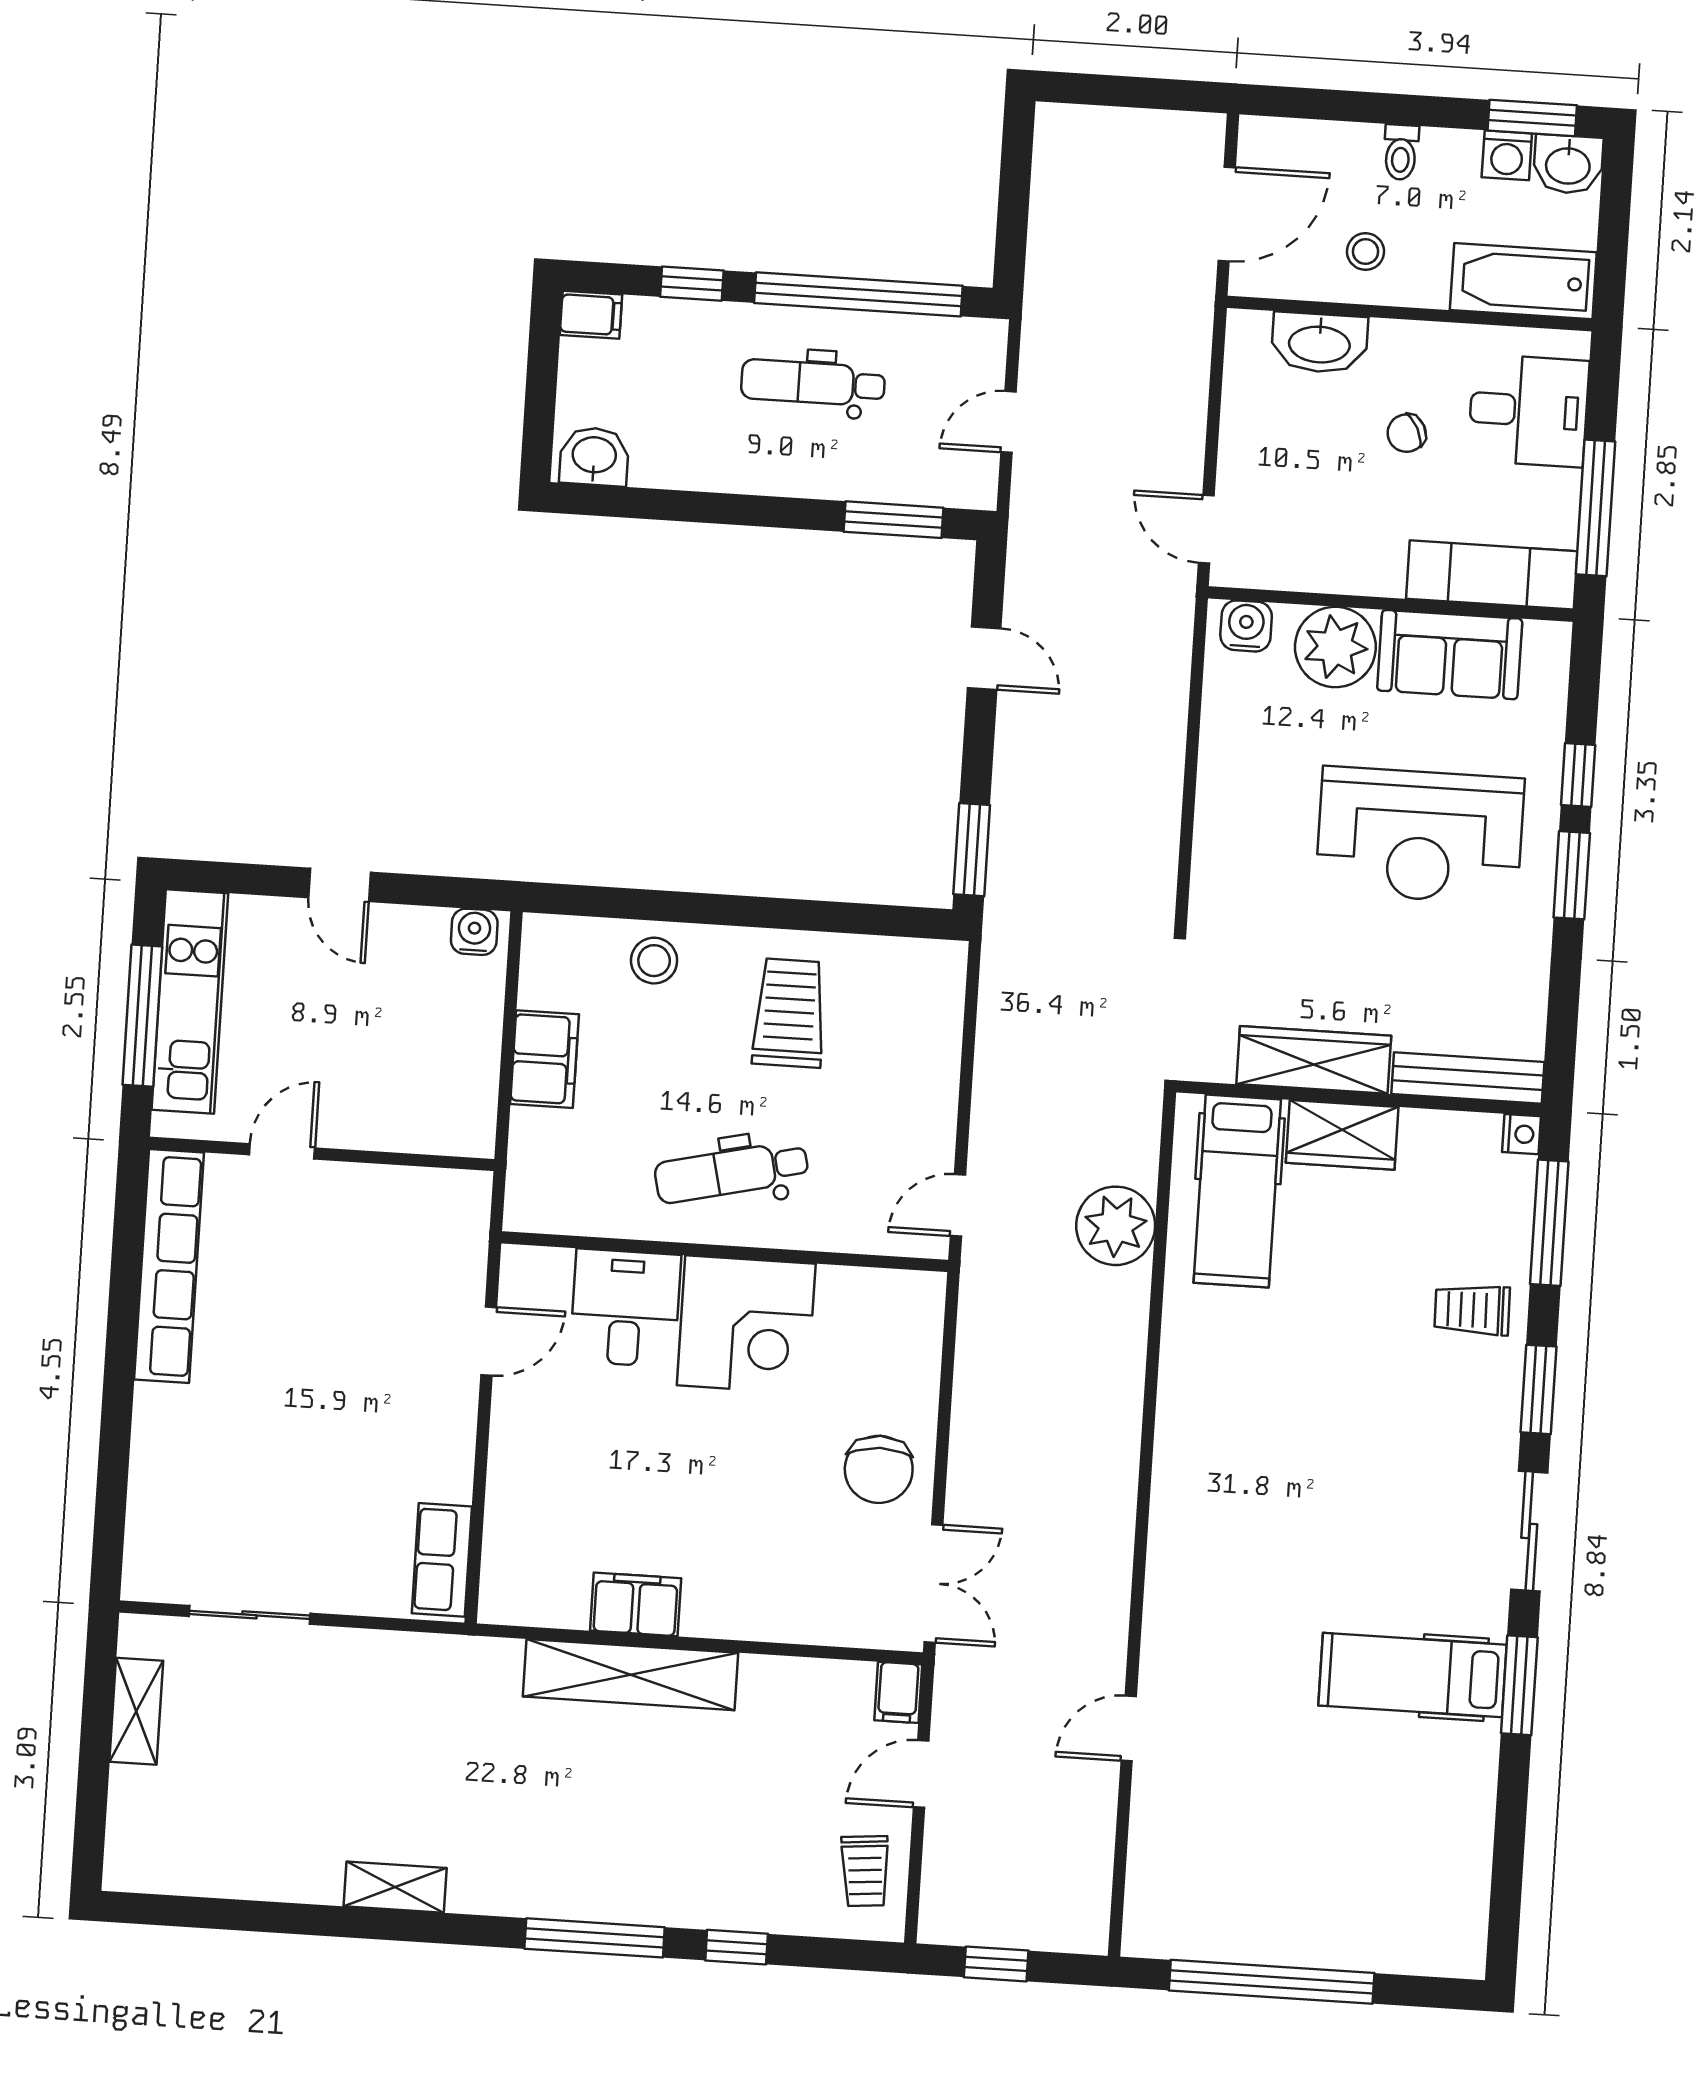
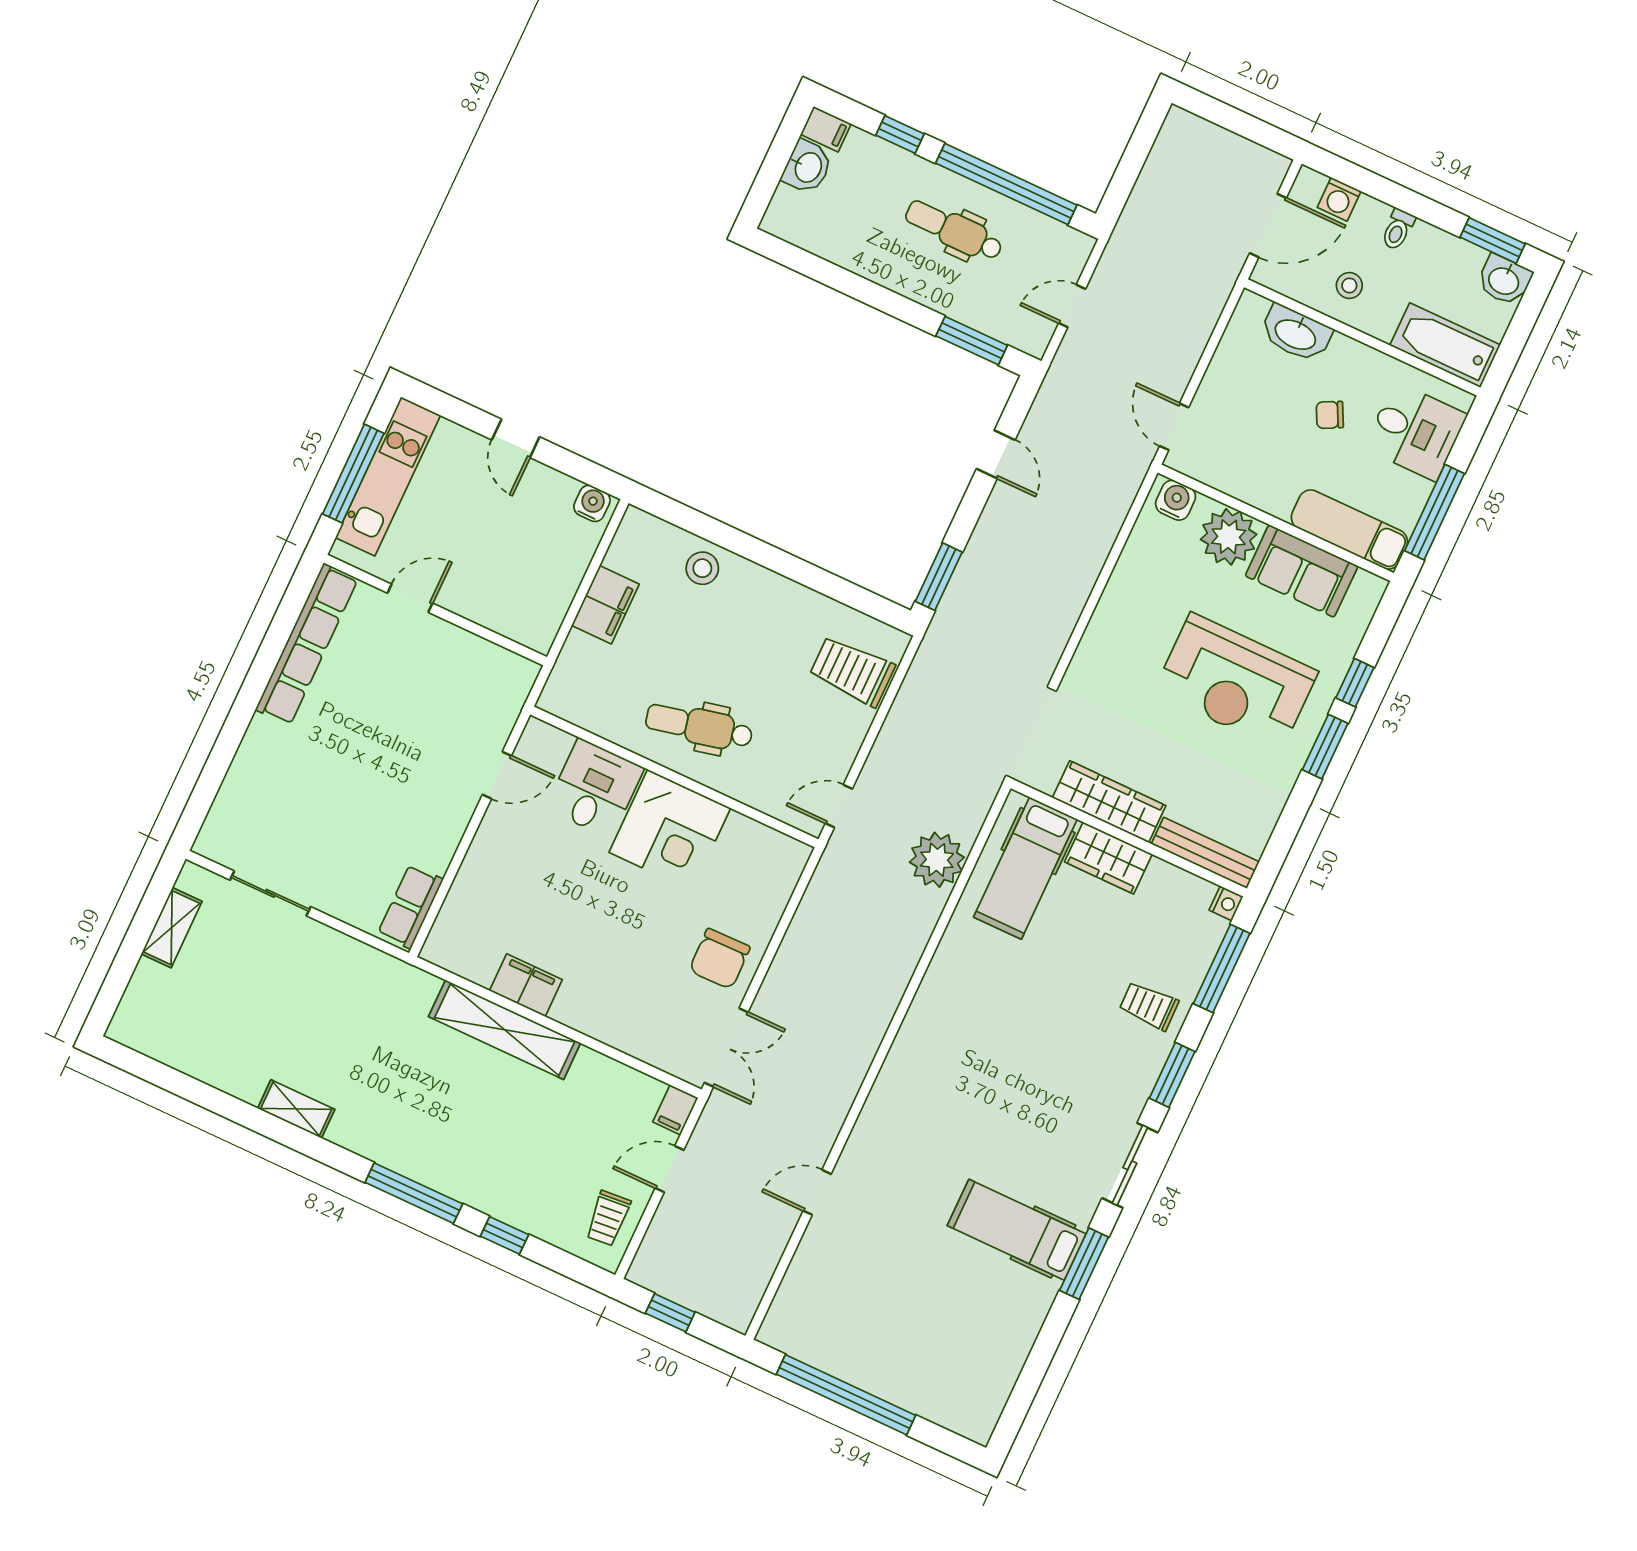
washing machine: (1507, 155) -> (1339, 199), moved
washbasin: (594, 457) -> (807, 167), moved, turned 90
trolley: (789, 1013) -> (852, 671), moved, turned -90

